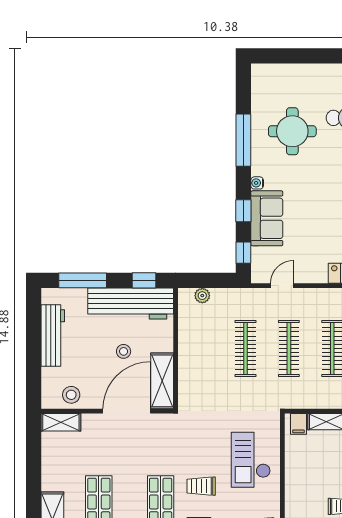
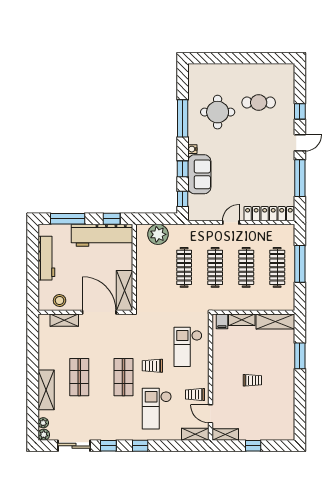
door: (282, 286) -> (231, 222), moved
plant: (202, 296) -> (158, 234), width x1.88, depth x1.88
stool: (124, 351) -> (97, 269), removed
door: (127, 411) -> (99, 312), hinge flipped
shelving: (61, 422) -> (64, 320), moved

